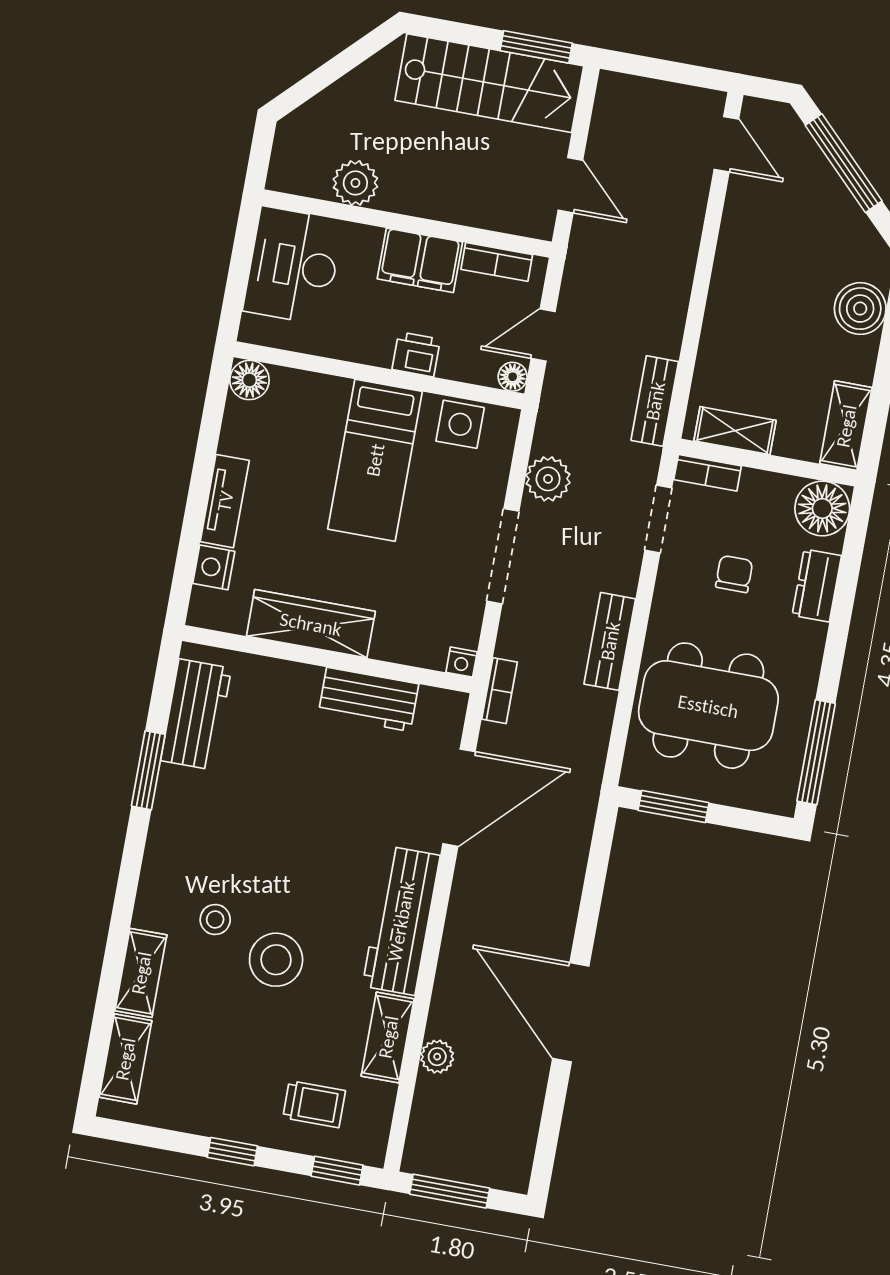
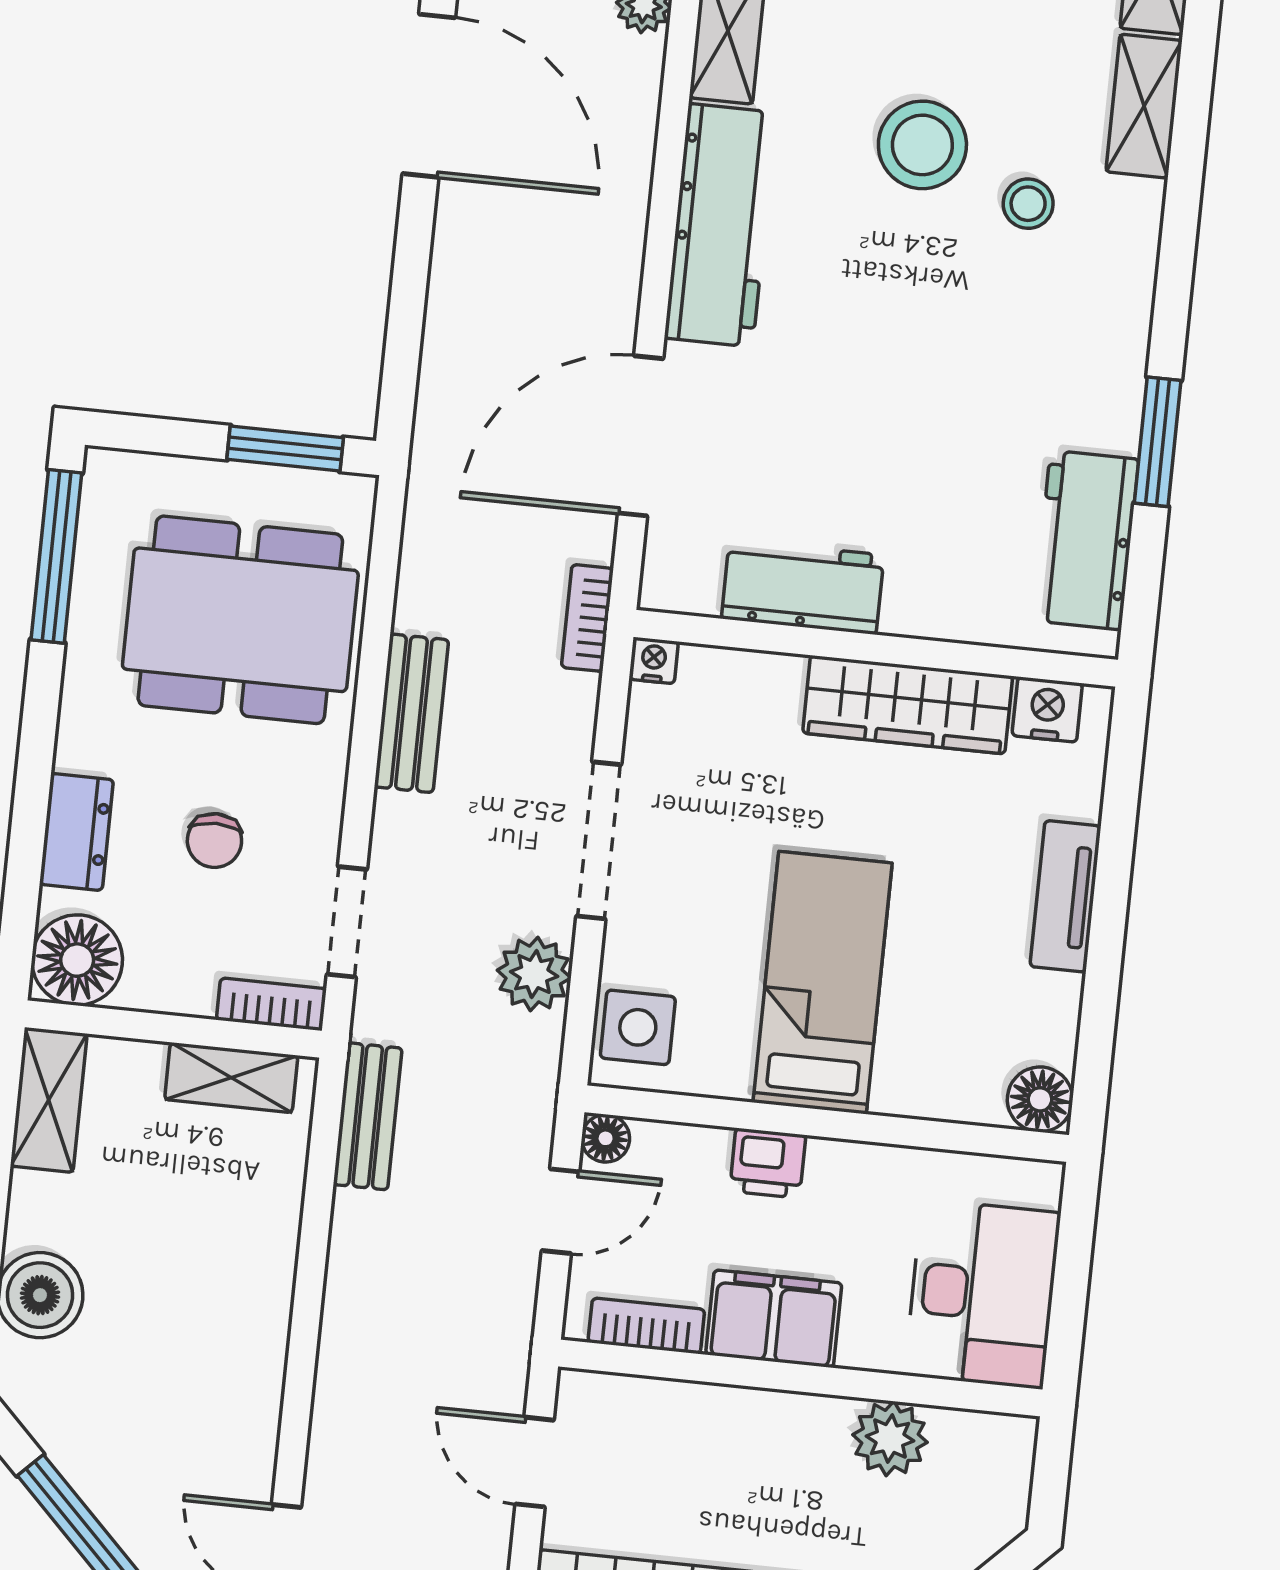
side table: (460, 424) -> (638, 1027), moved
nightstand: (214, 567) -> (1047, 709), moved, turned -90

